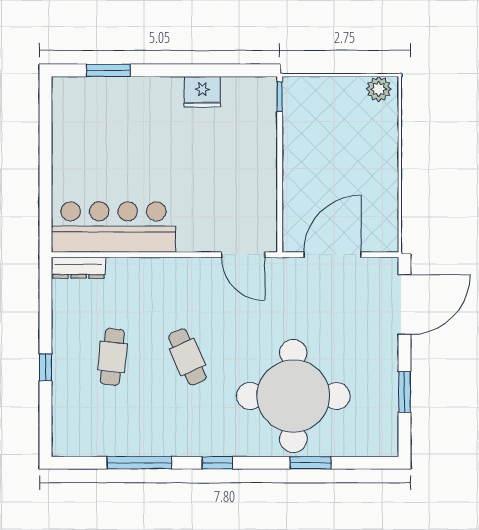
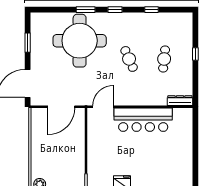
bar counter: (113, 227) -> (143, 120), moved
door: (243, 255) -> (103, 107), hinge flipped
window: (139, 463) -> (152, 10), width x0.46
window: (310, 463) -> (86, 10), moved

